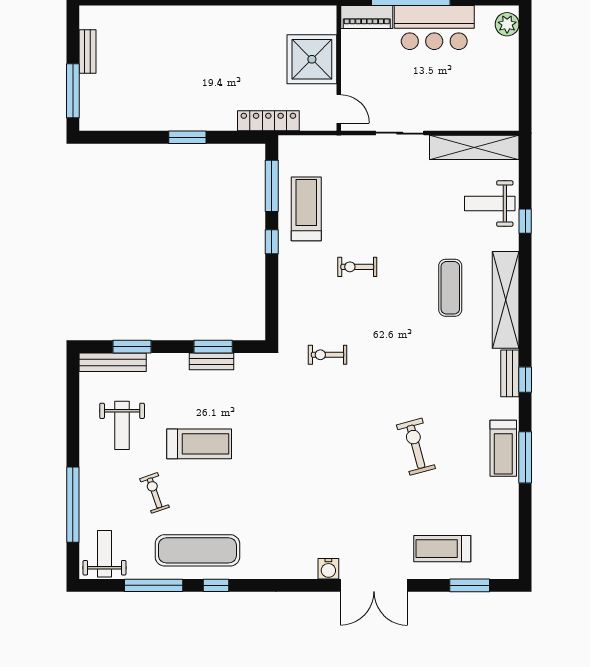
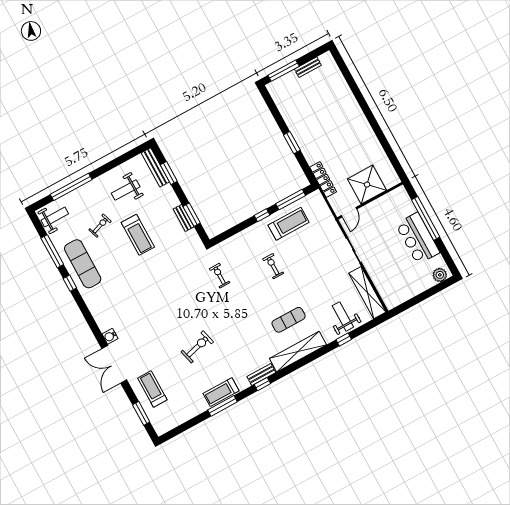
piano: (367, 17) -> (404, 201), removed

